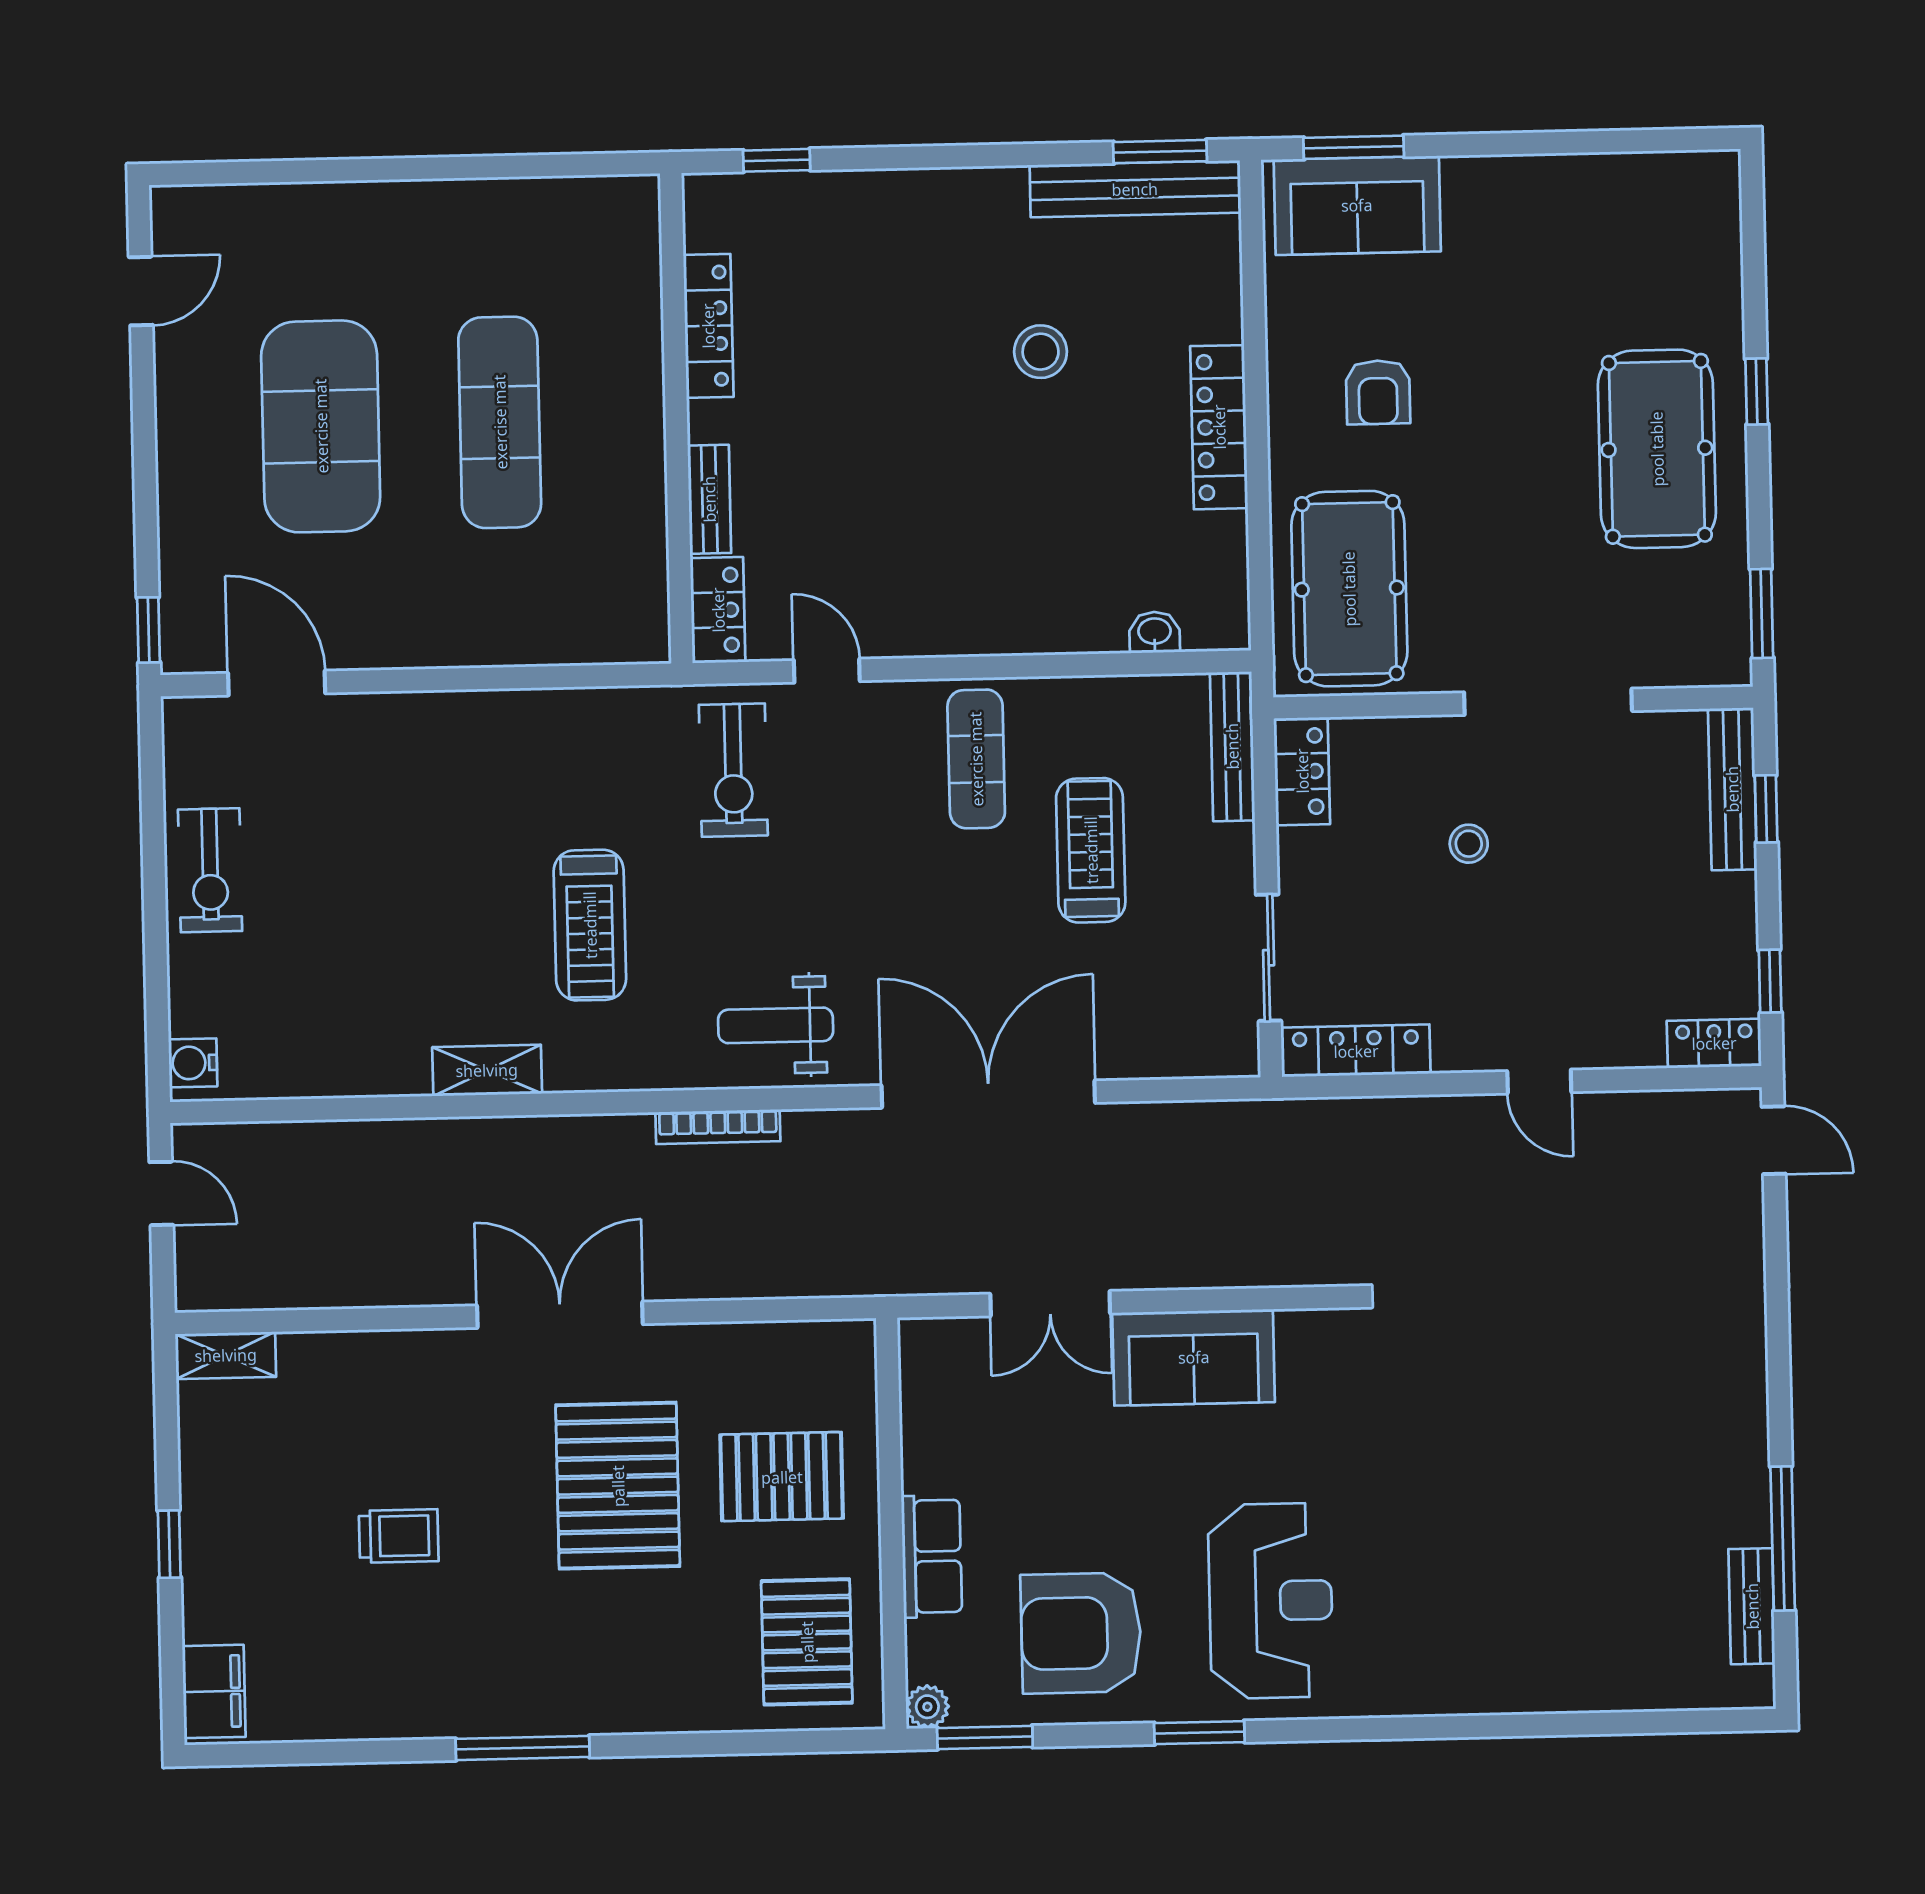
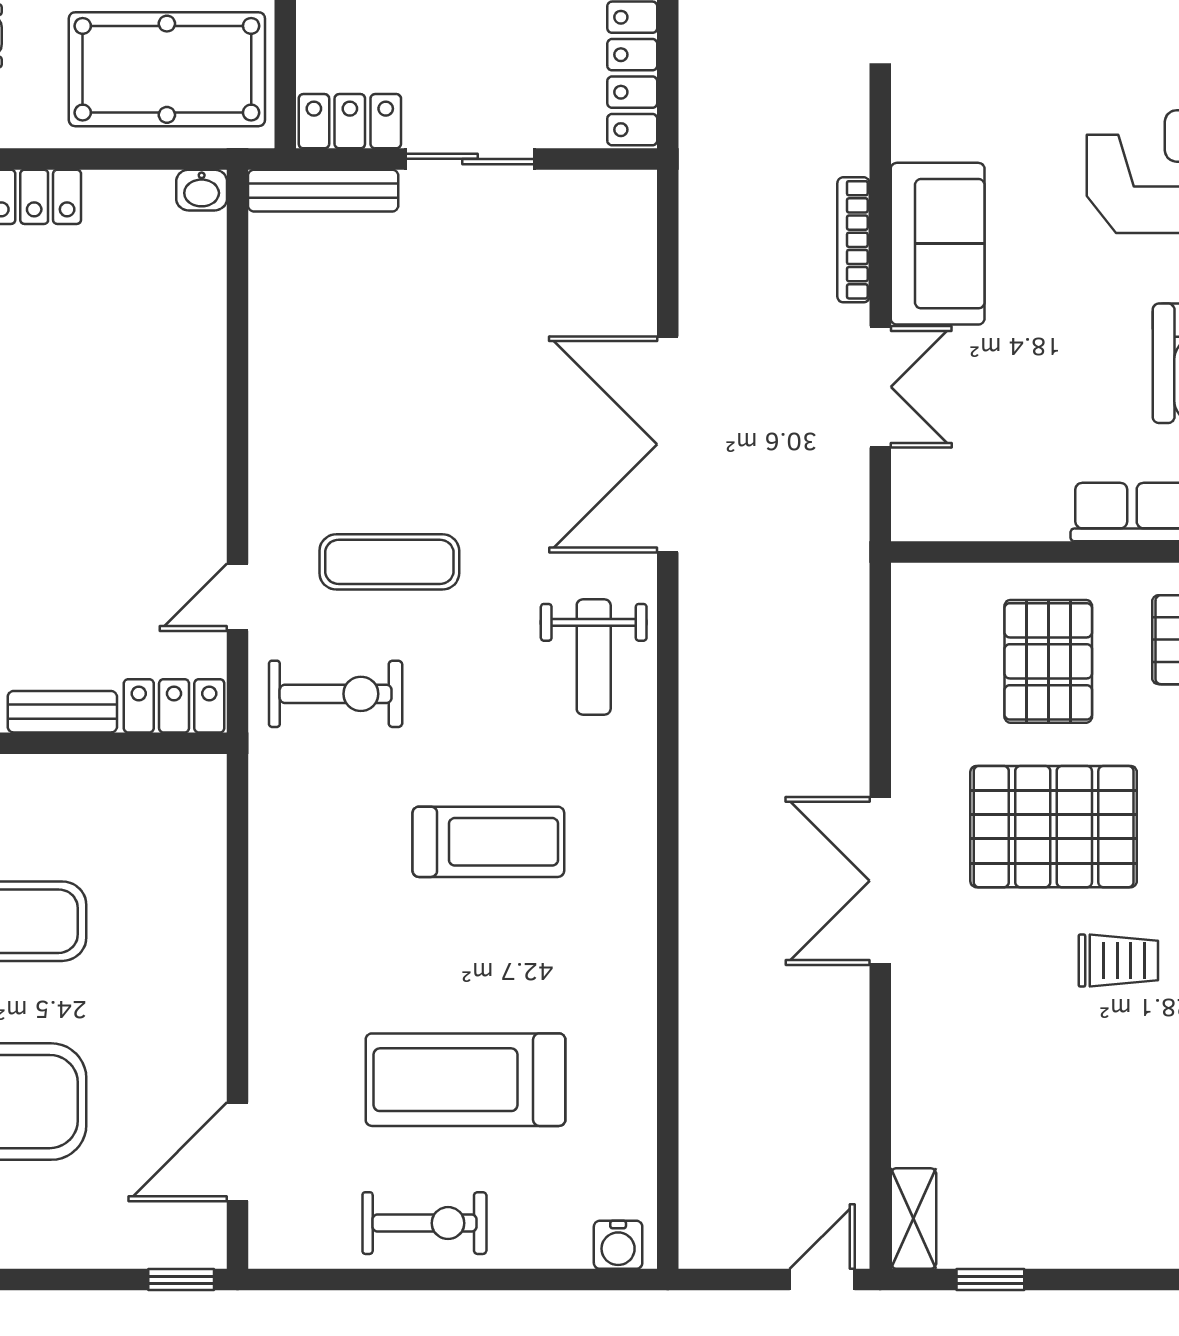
washbasin: (1155, 632) -> (202, 190), moved, turned -90
exercise mat: (976, 759) -> (389, 562), moved
treadmill: (1091, 850) -> (465, 1080), moved, width x1.37, depth x1.38
sliding door: (1269, 958) -> (470, 159), moved
shelving: (487, 1070) -> (632, 949), removed
bookcase: (718, 1127) -> (853, 240), moved, turned 180
door: (161, 1193) -> (822, 1280), moved
trolley: (399, 1536) -> (1118, 961), moved, turned 90
window: (169, 1544) -> (990, 1280), moved

